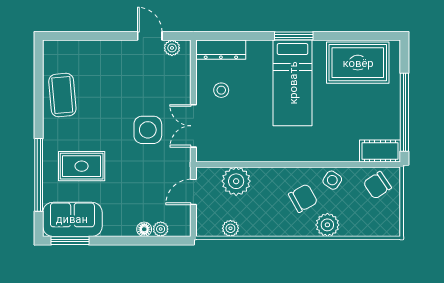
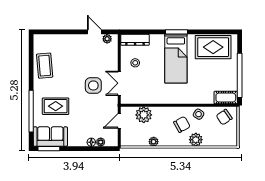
plant: (230, 228) -> (154, 142), moved

